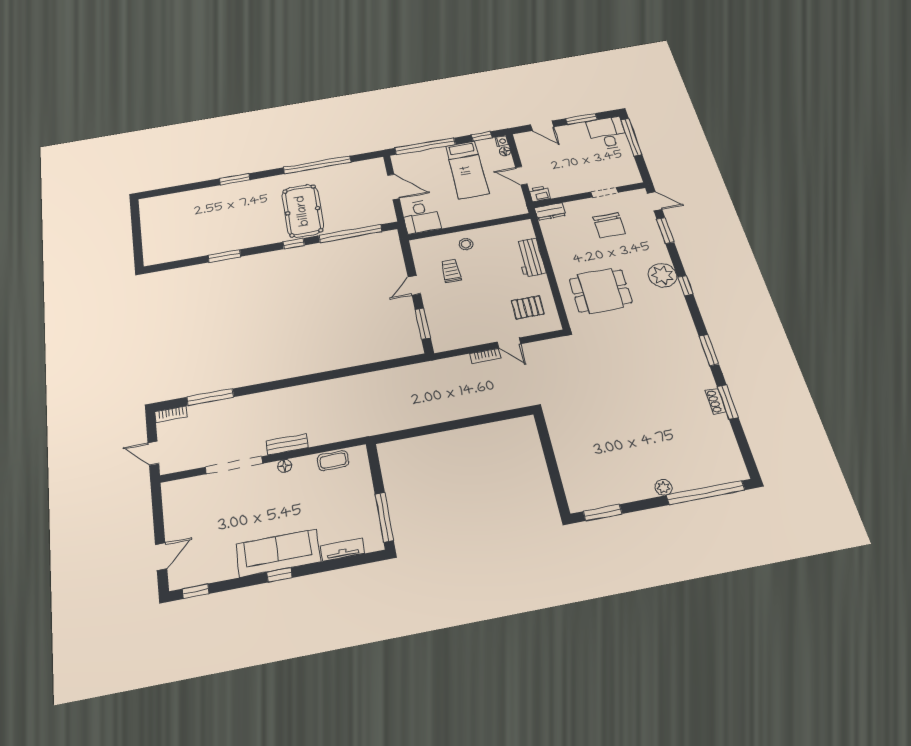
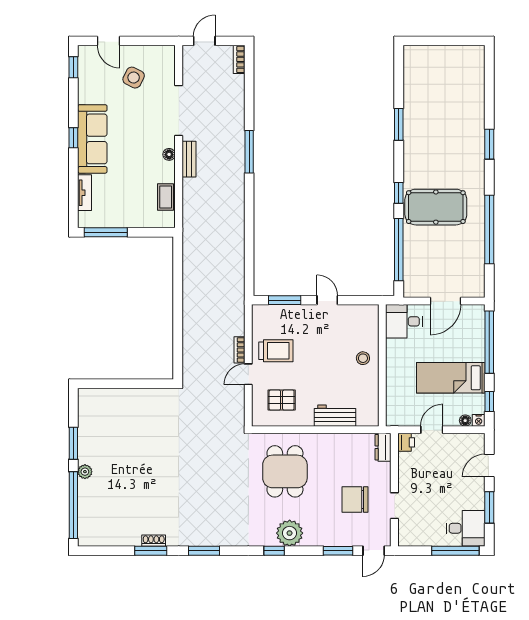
trolley: (451, 271) -> (276, 351), moved, width x1.36, depth x1.39
pallet: (528, 307) -> (282, 400), turned 90
window: (210, 397) -> (249, 152), moved
window: (603, 513) -> (73, 443), moved
side table: (201, 521) -> (134, 78), added

